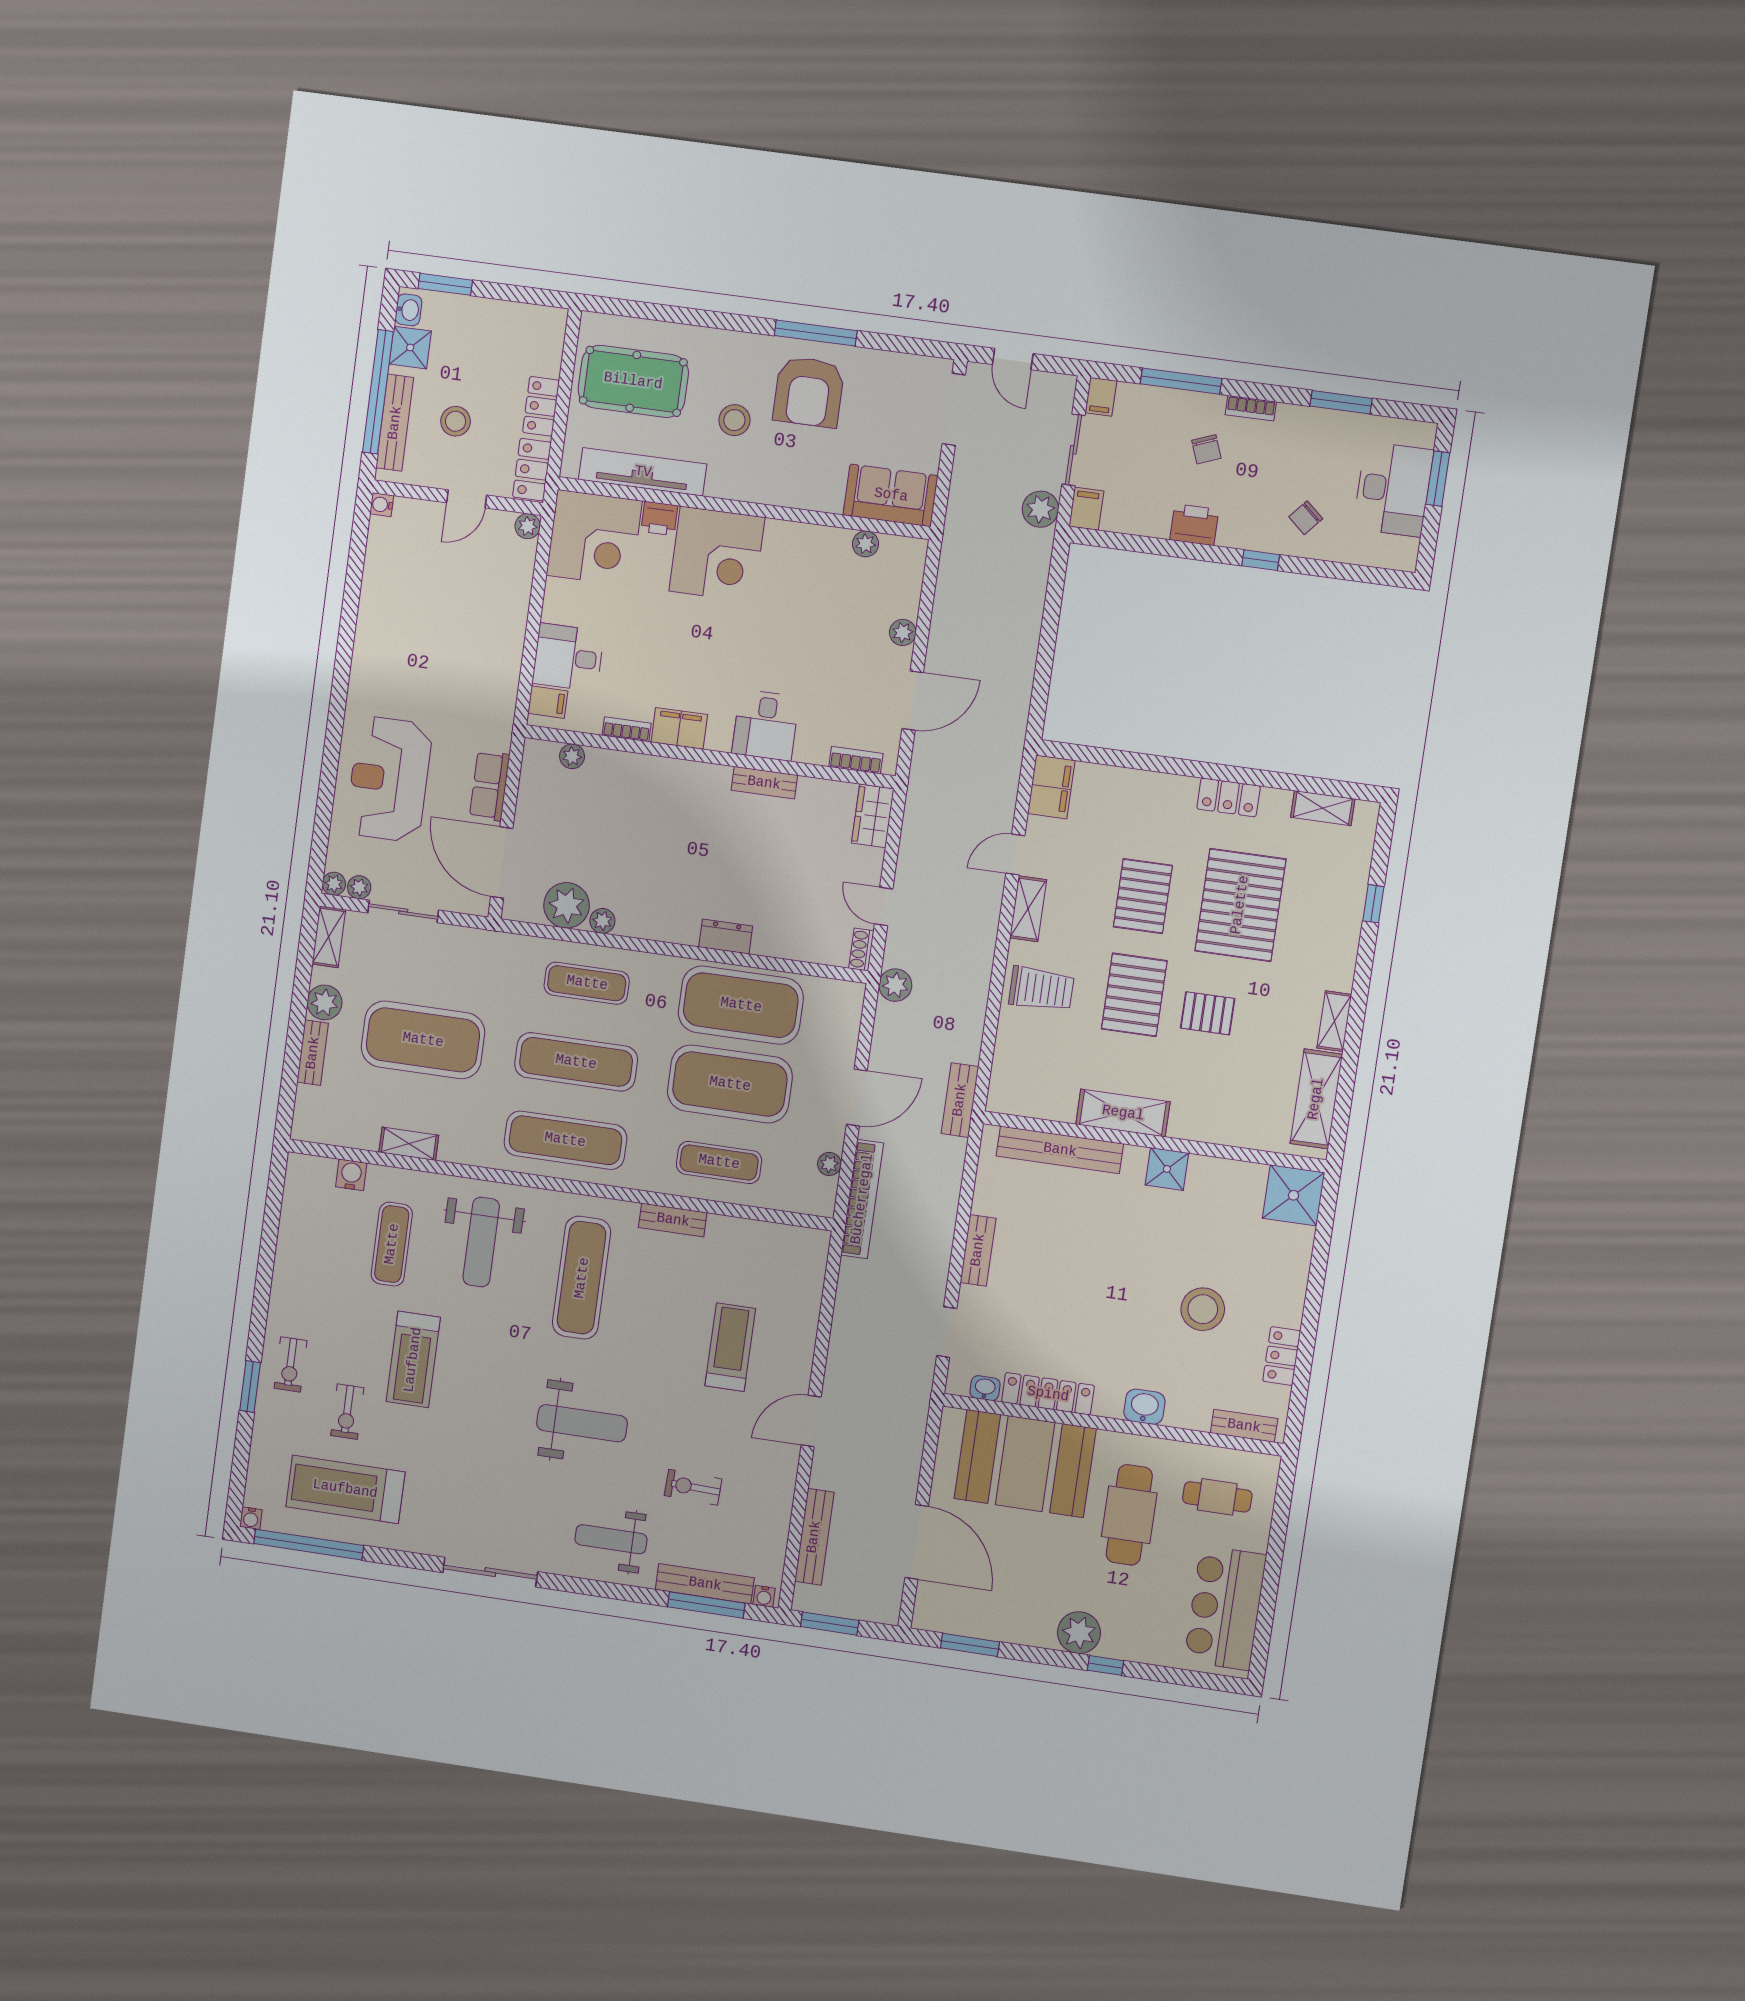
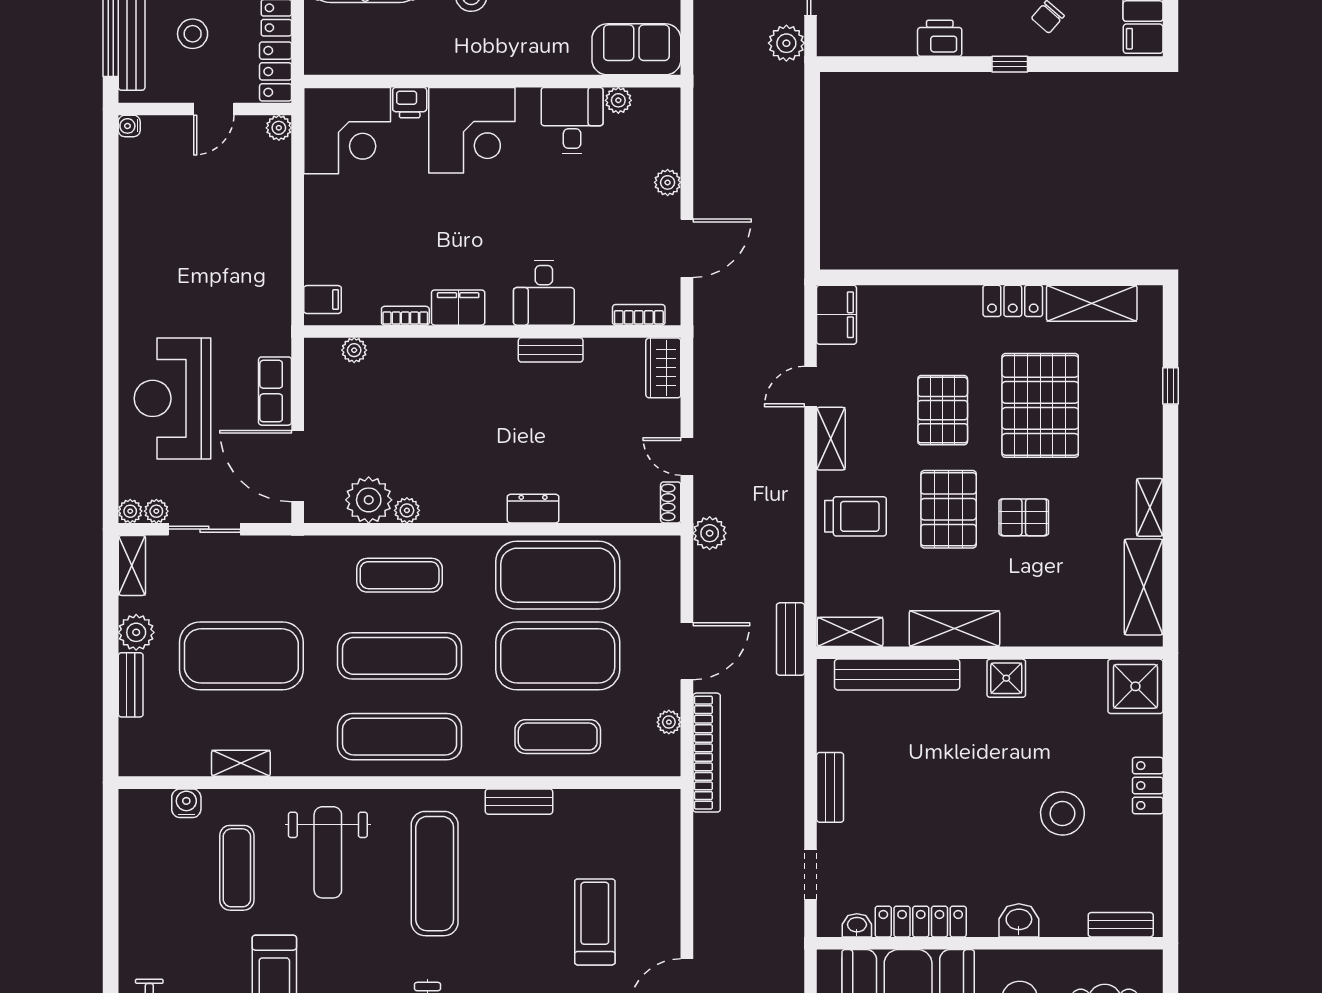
tv unit: (643, 472) -> (387, 59), removed
filing cabinet: (1086, 509) -> (1143, 39), moved, turned -90
desk: (568, 657) -> (572, 121), moved, turned 90
shelving: (1323, 808) -> (1092, 303), width x1.50, depth x1.33
shelving: (1020, 1102) -> (850, 632), added
locker: (1282, 1356) -> (1148, 786), moved

